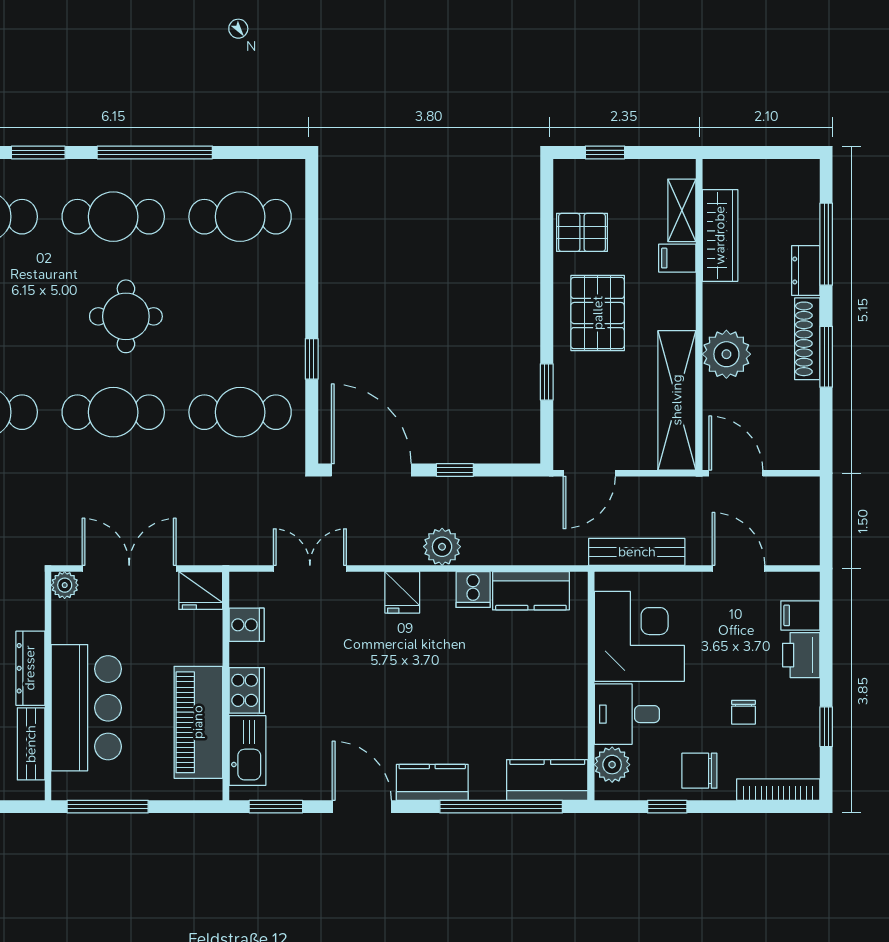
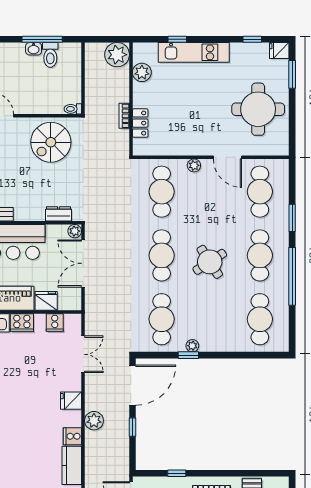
round table: (126, 316) -> (210, 262), turned -33
plant: (293, 351) -> (192, 346), added
double door: (129, 568) -> (83, 263), swing flipped
fridge: (201, 591) -> (46, 301), moved, turned 90
dresser: (30, 668) -> (58, 214), moved, width x0.70

